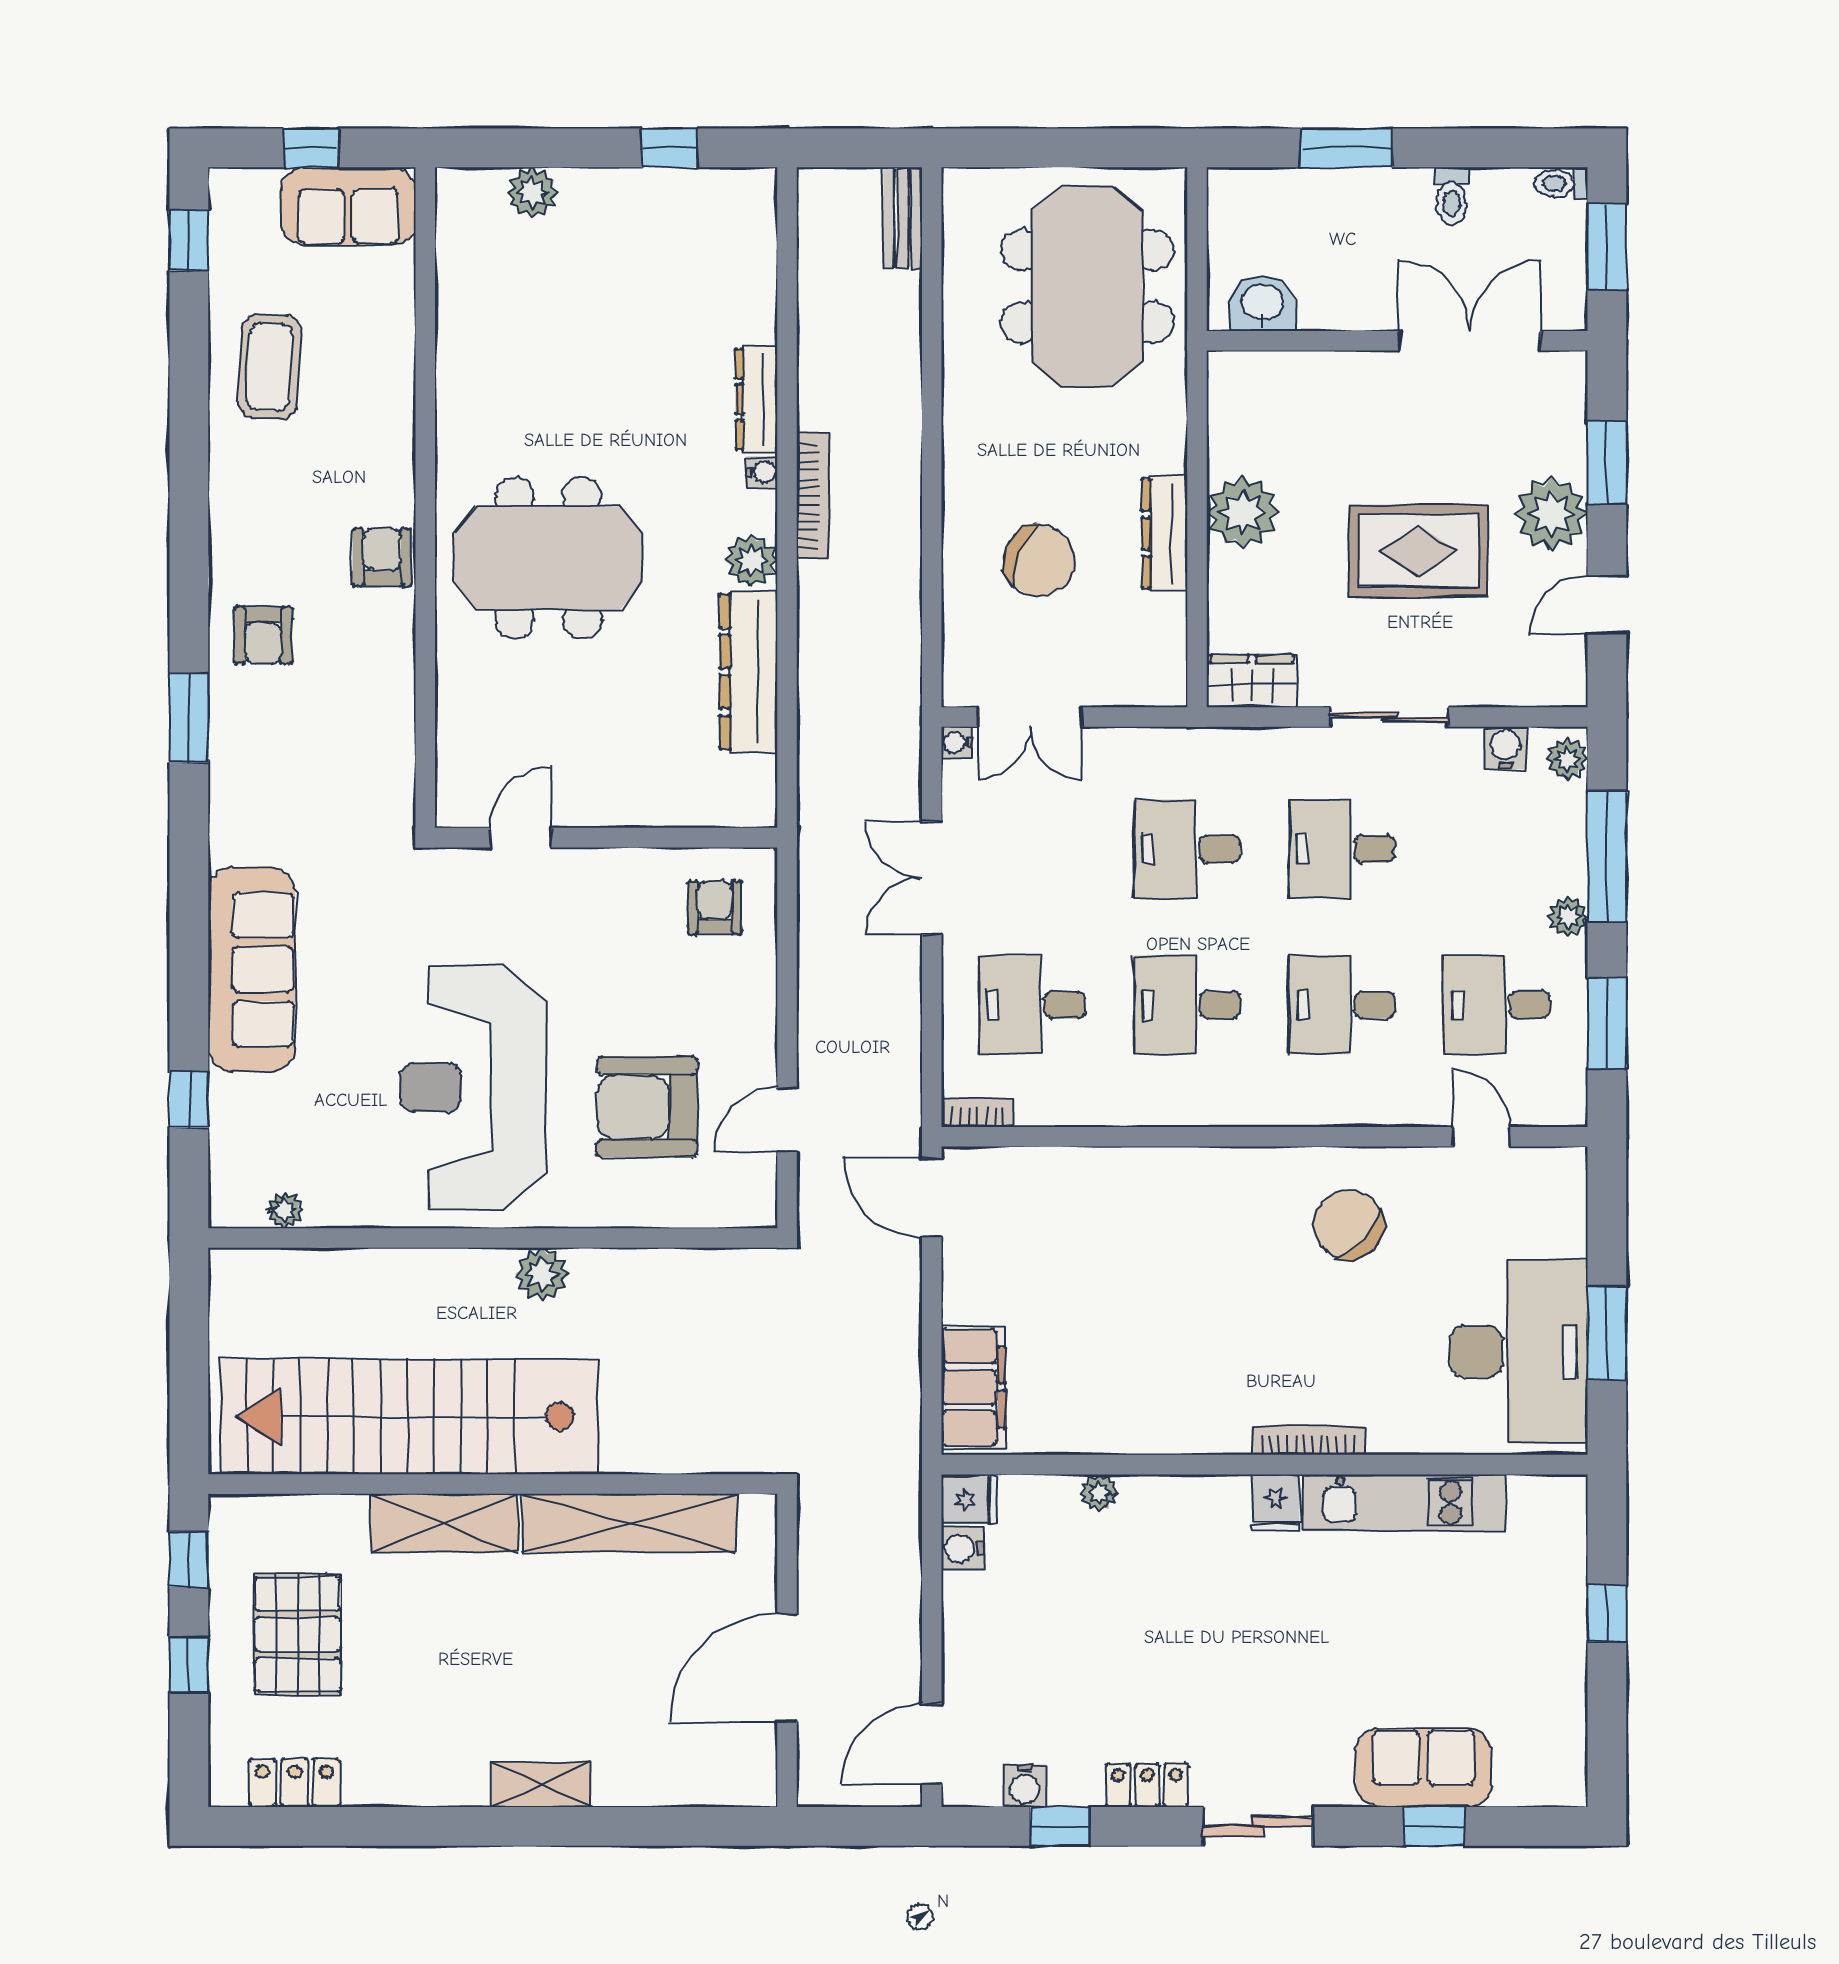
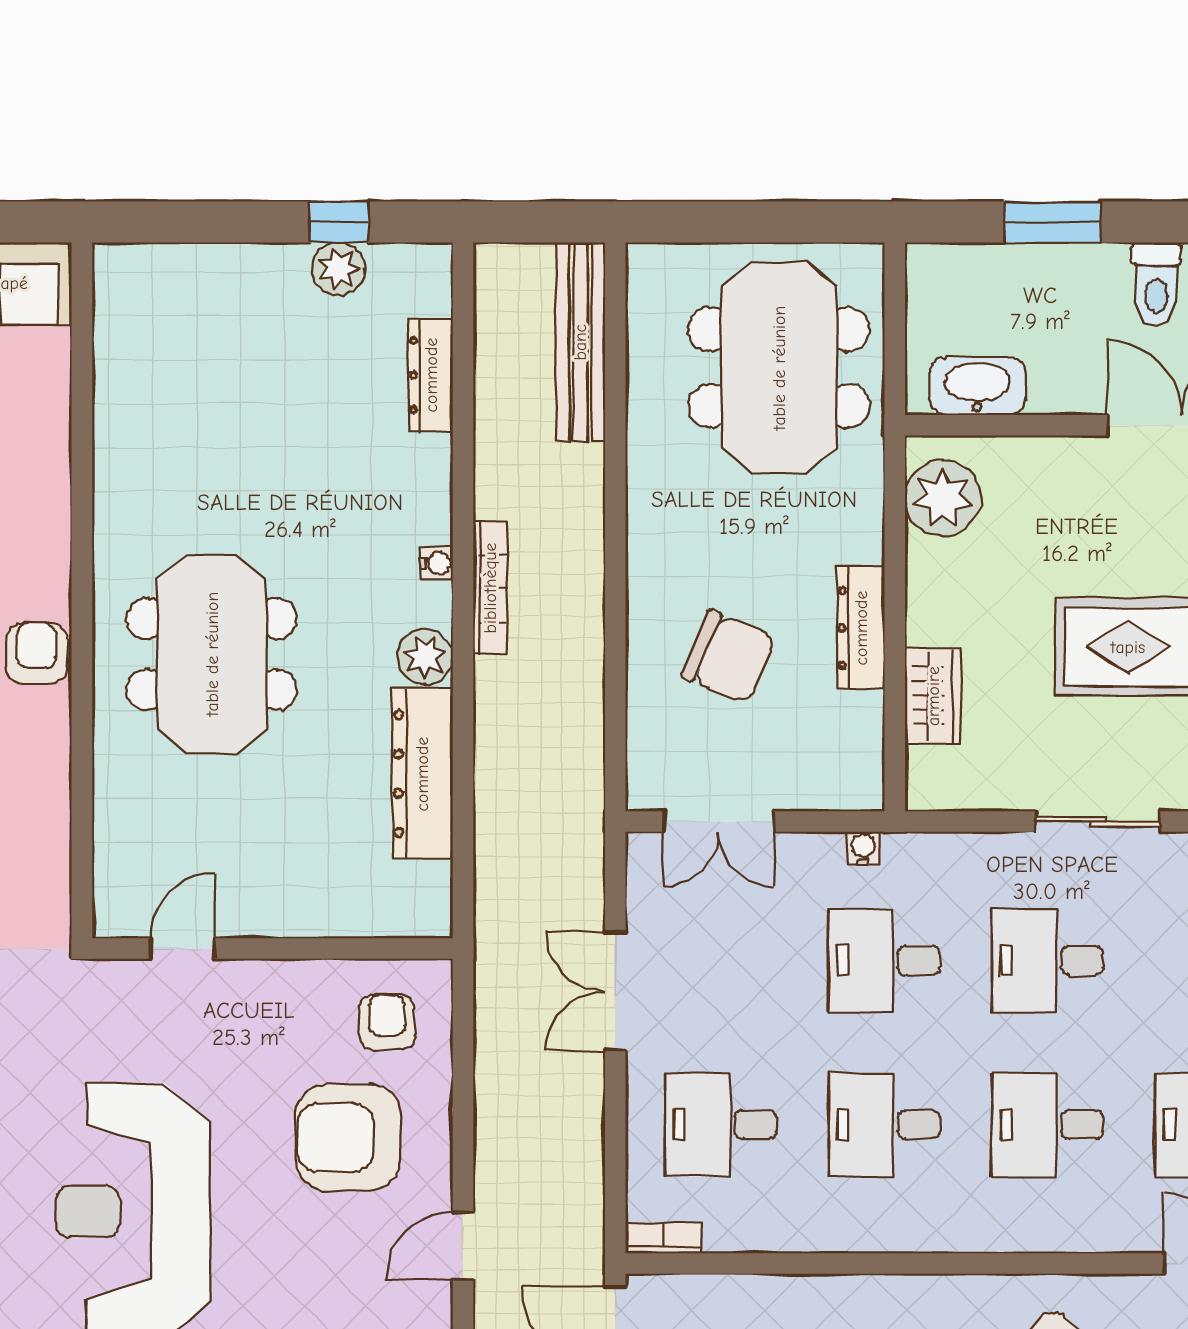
plant: (532, 192) -> (338, 269), moved
toilet: (1452, 196) -> (1156, 284), width x1.37, depth x1.39
bench: (903, 218) -> (580, 342), width x1.86, depth x1.21
washbasin: (1263, 303) -> (977, 386), width x1.38
dresser: (756, 399) -> (431, 375), moved
plant: (1243, 512) -> (943, 498), moved
meeting table: (548, 558) -> (212, 654), turned 90
wardrobe: (1252, 681) -> (933, 696), moved, turned 90
water cooler: (957, 742) -> (863, 848), moved, turned 90
armchair: (647, 1107) -> (348, 1138), moved

